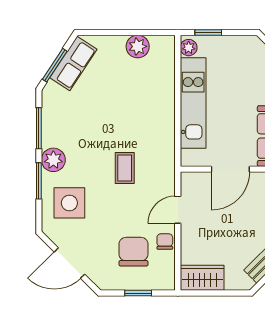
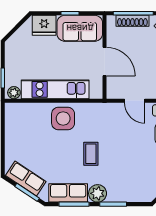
plant: (138, 46) -> (13, 131), removed
row of seats: (54, 120) -> (68, 193), added
coffee table: (125, 168) -> (91, 154), moved, turned 90
side table: (69, 203) -> (63, 119), moved

